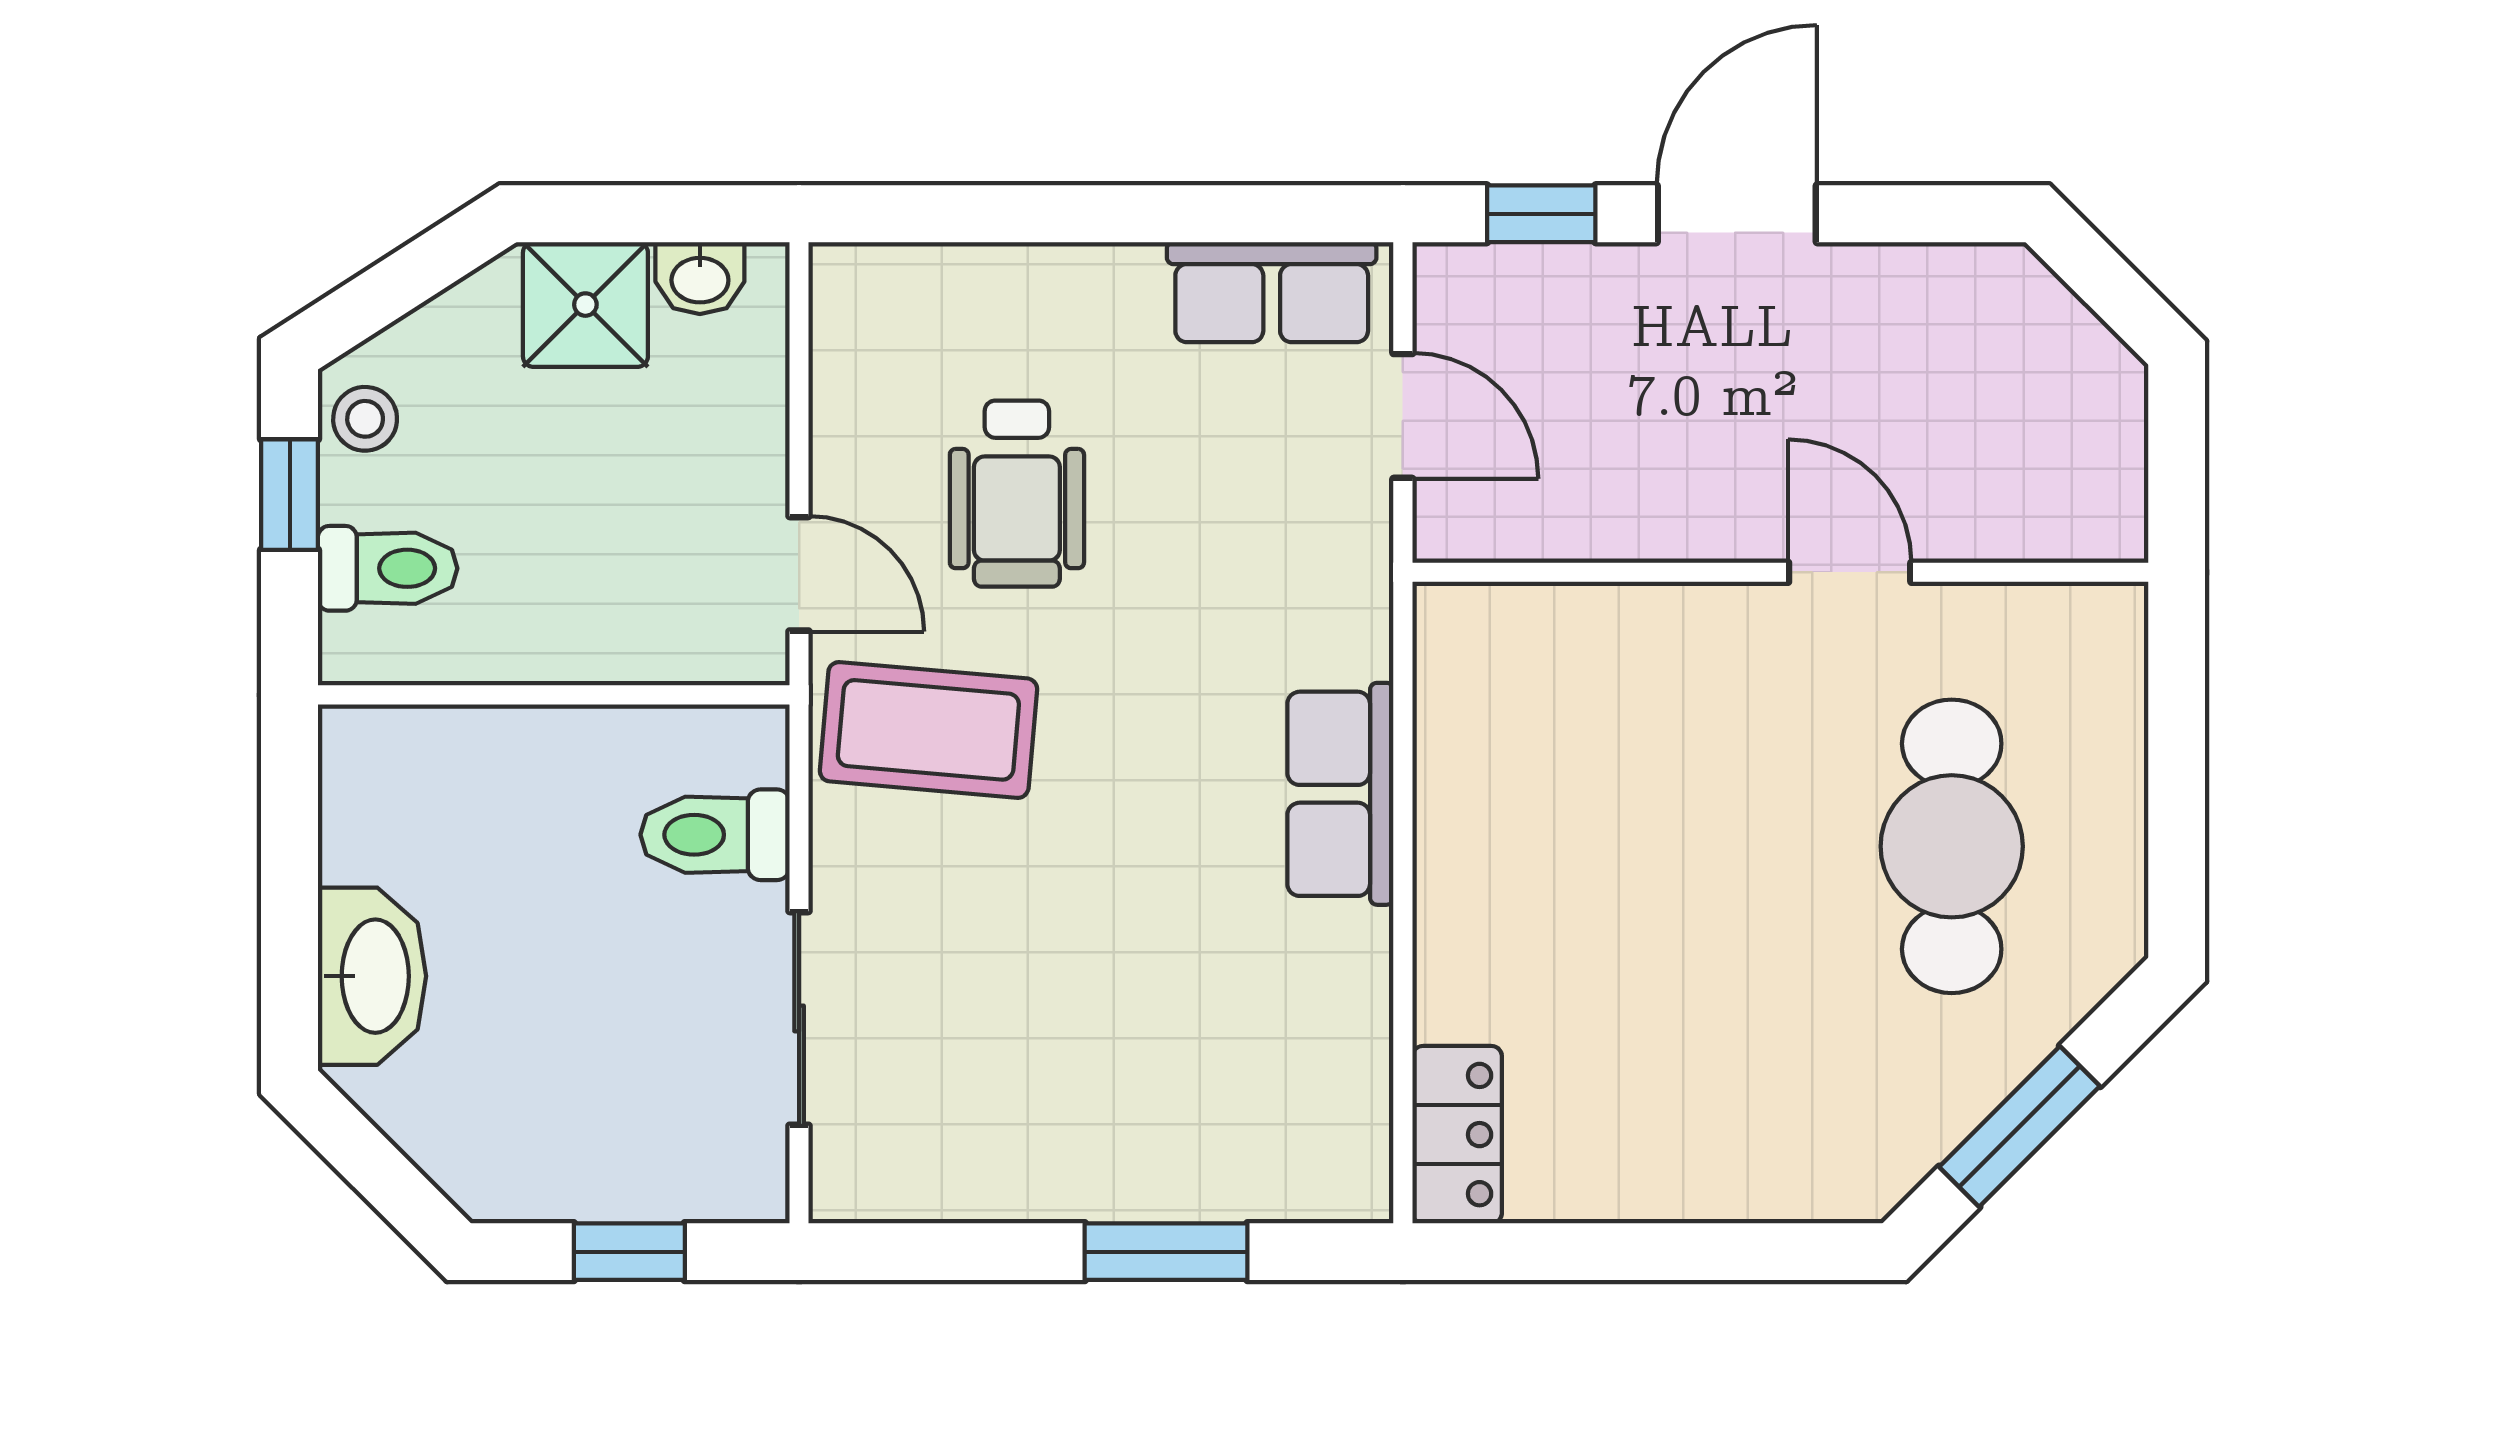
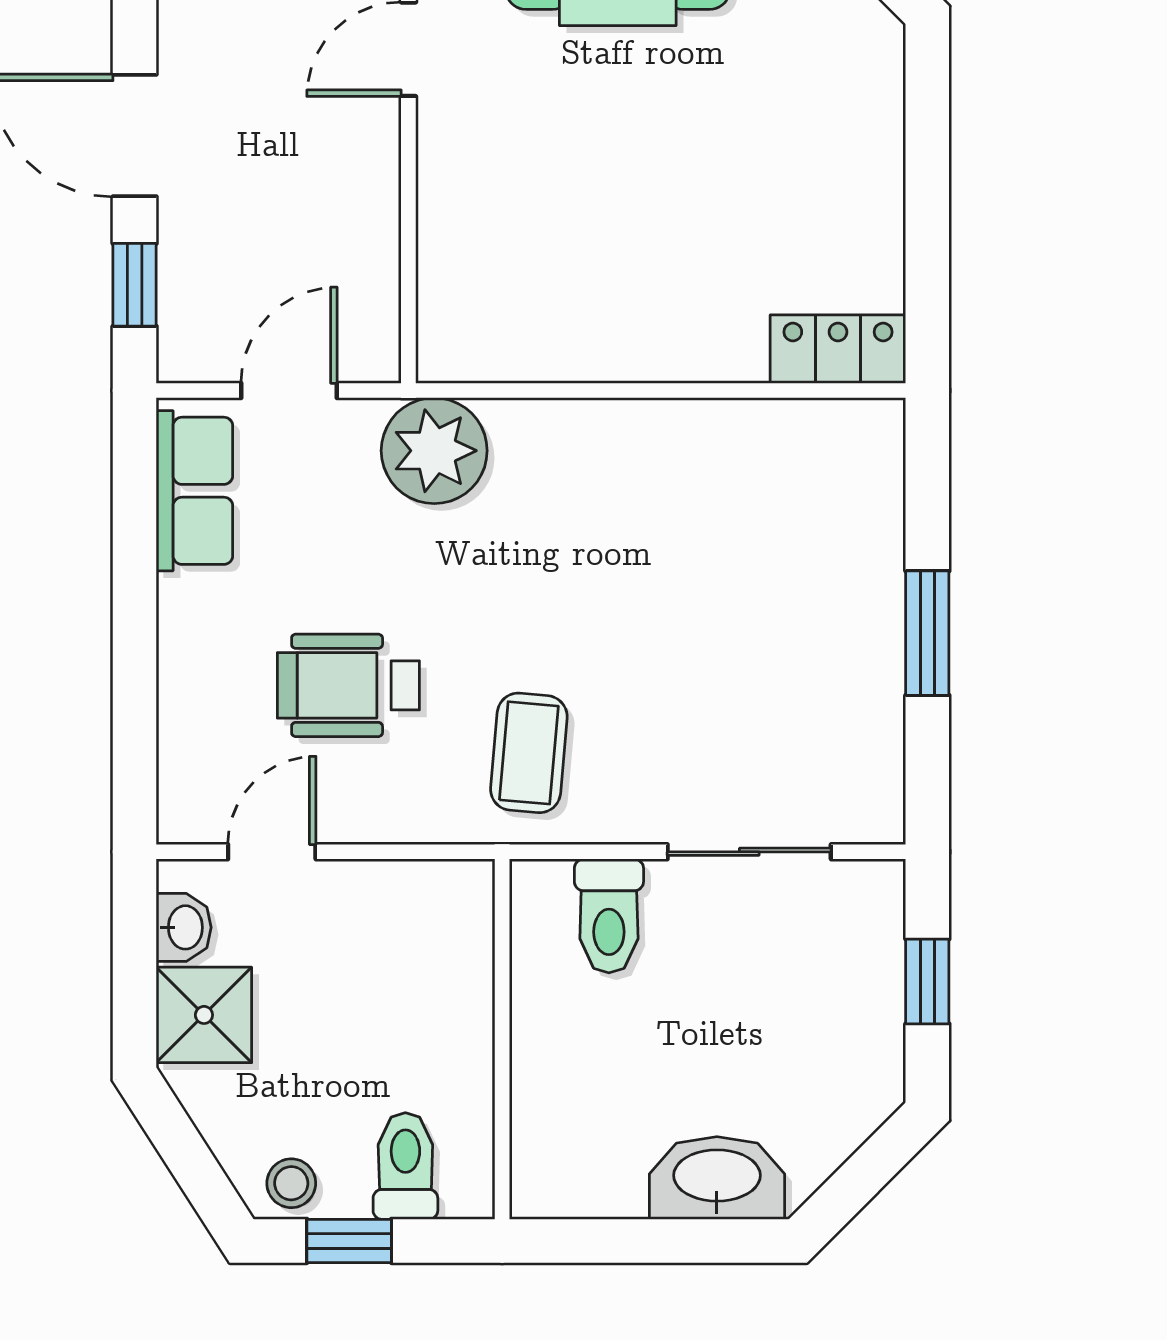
wheelchair: (1017, 494) -> (348, 685), turned 180
door: (799, 574) -> (272, 852), moved
plant: (1324, 606) -> (434, 451), added
coffee table: (928, 730) -> (529, 753), width x0.73, depth x0.77
row of seats: (1340, 794) -> (578, 438), removed
window: (1166, 1252) -> (927, 633), moved

